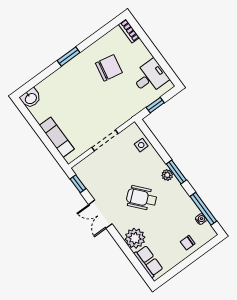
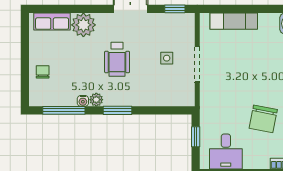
side table: (141, 145) -> (167, 58), moved
plant: (167, 175) -> (96, 100), moved
wheelchair: (142, 198) -> (117, 59), turned 131
water cooler: (201, 219) -> (83, 101), moved

